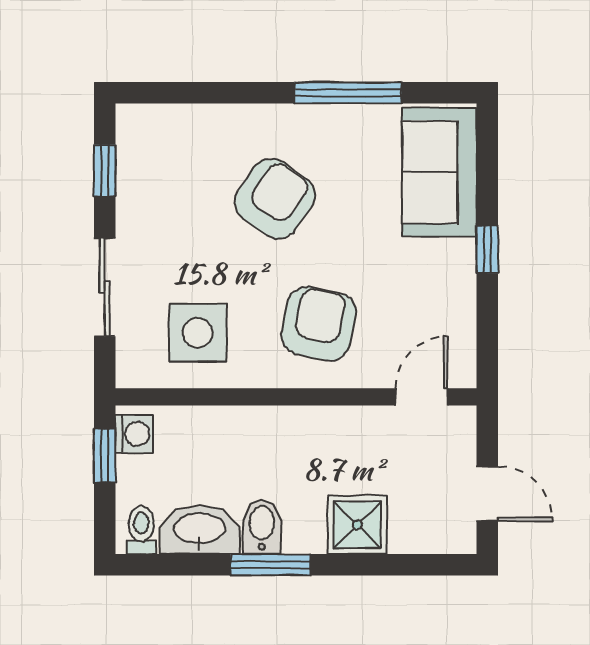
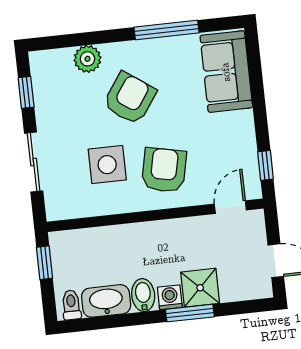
plant: (212, 126) -> (87, 59), added
window: (487, 249) -> (266, 165), moved
side table: (198, 333) -> (107, 165), moved
washing machine: (134, 434) -> (170, 297), moved, turned -90
window: (271, 565) -> (190, 313), moved

